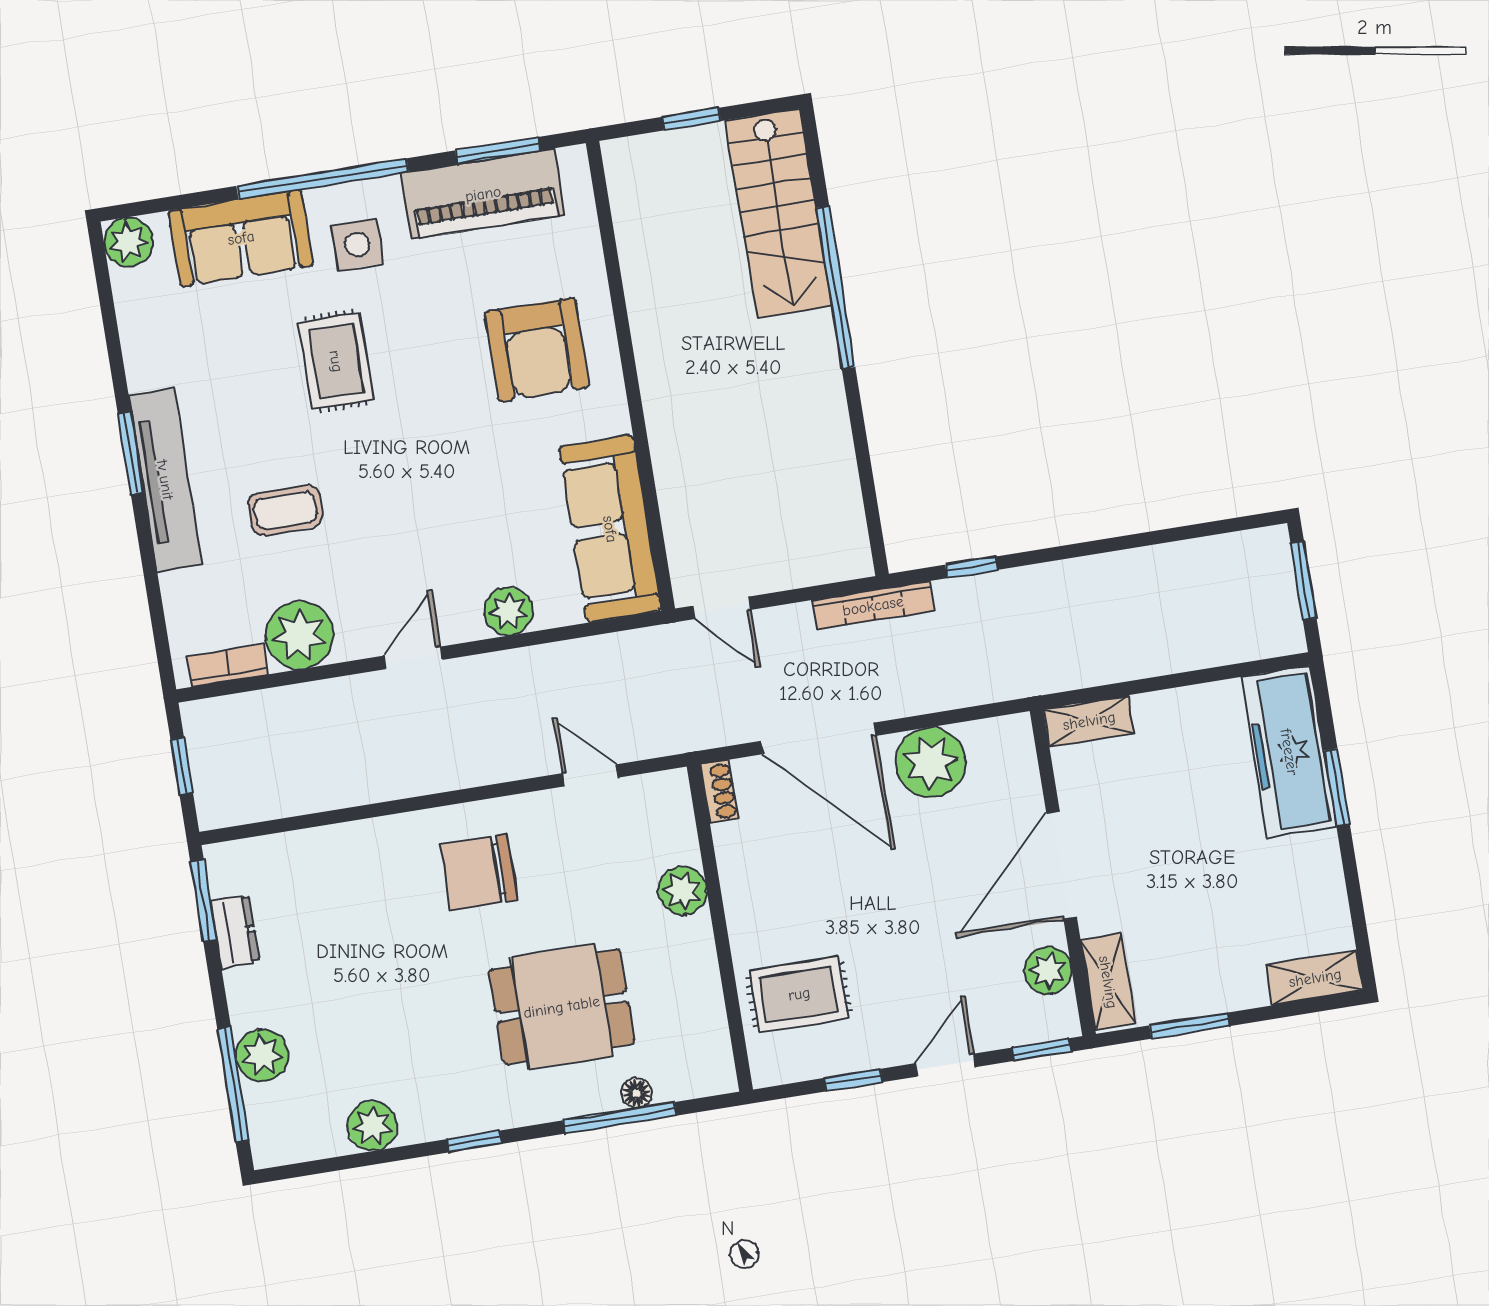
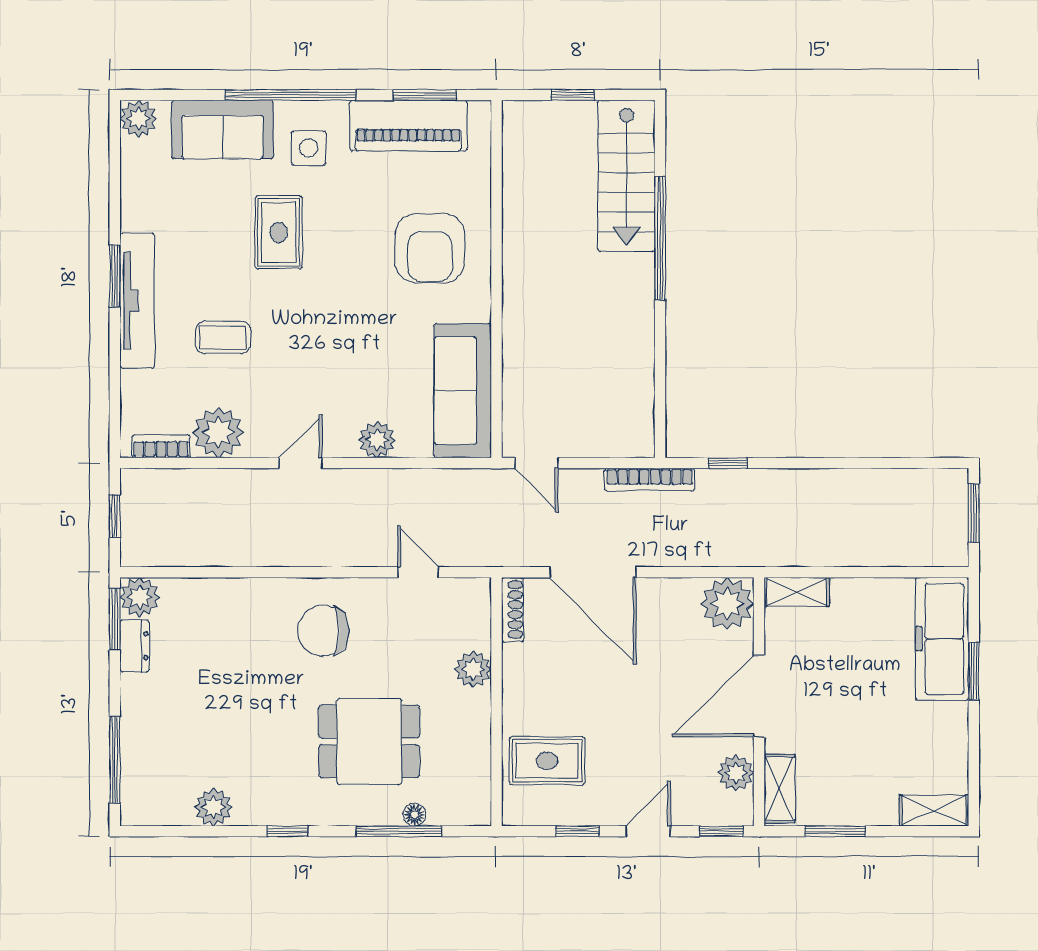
plant: (931, 762) -> (727, 604), moved
shoe rack: (719, 792) -> (513, 610), width x1.43
plant: (262, 1055) -> (140, 597), moved

